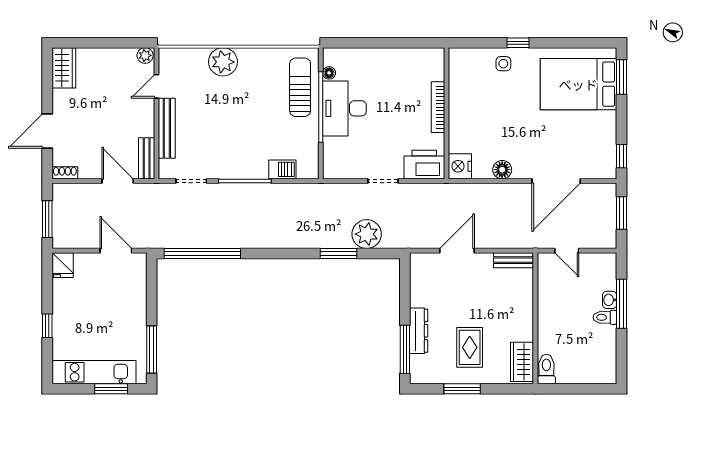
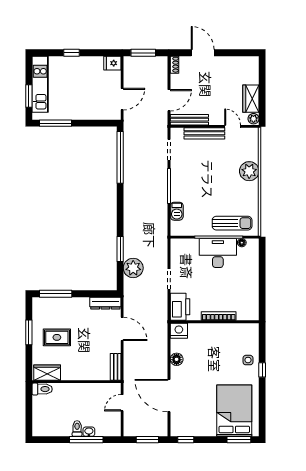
wardrobe: (64, 68) -> (251, 99), moved, turned 90
bench: (147, 158) -> (189, 120), width x1.36
dresser: (419, 331) -> (105, 303), moved

